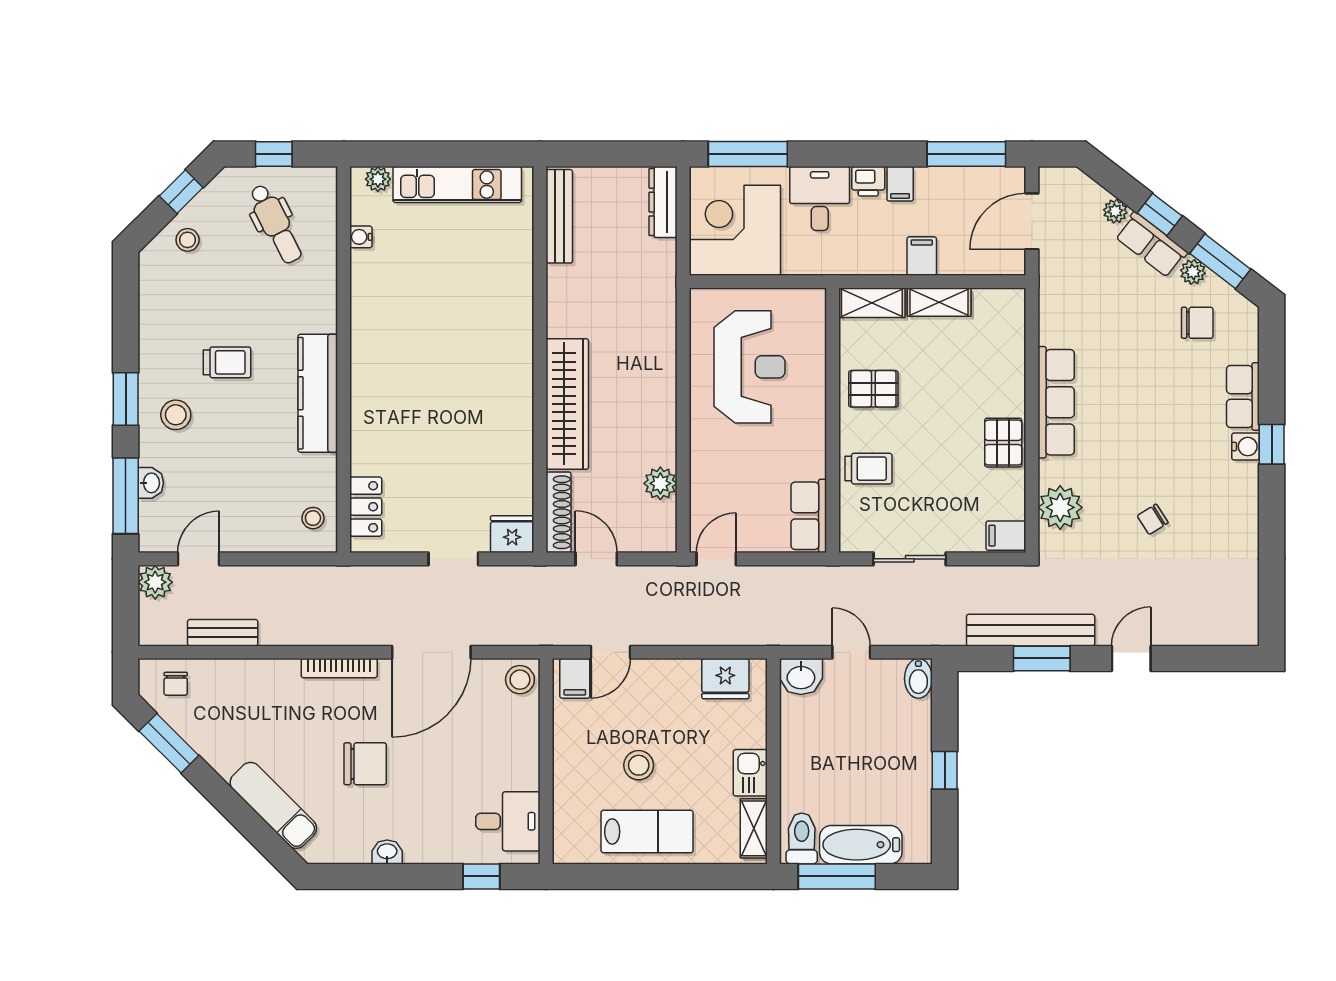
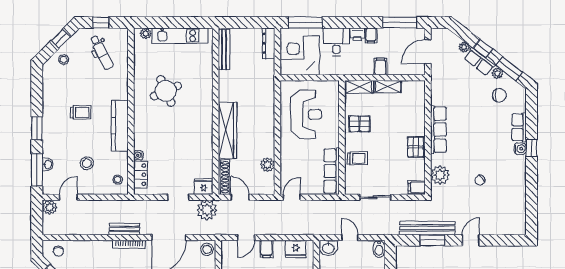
water cooler: (361, 237) -> (138, 155), moved
round table: (424, 313) -> (166, 91), added
stool: (176, 415) -> (87, 163), moved
row of seats: (809, 516) -> (332, 171), width x1.48
plant: (520, 589) -> (207, 210), added
bench: (223, 633) -> (124, 229), moved
filing cabinet: (575, 678) -> (266, 249), moved

